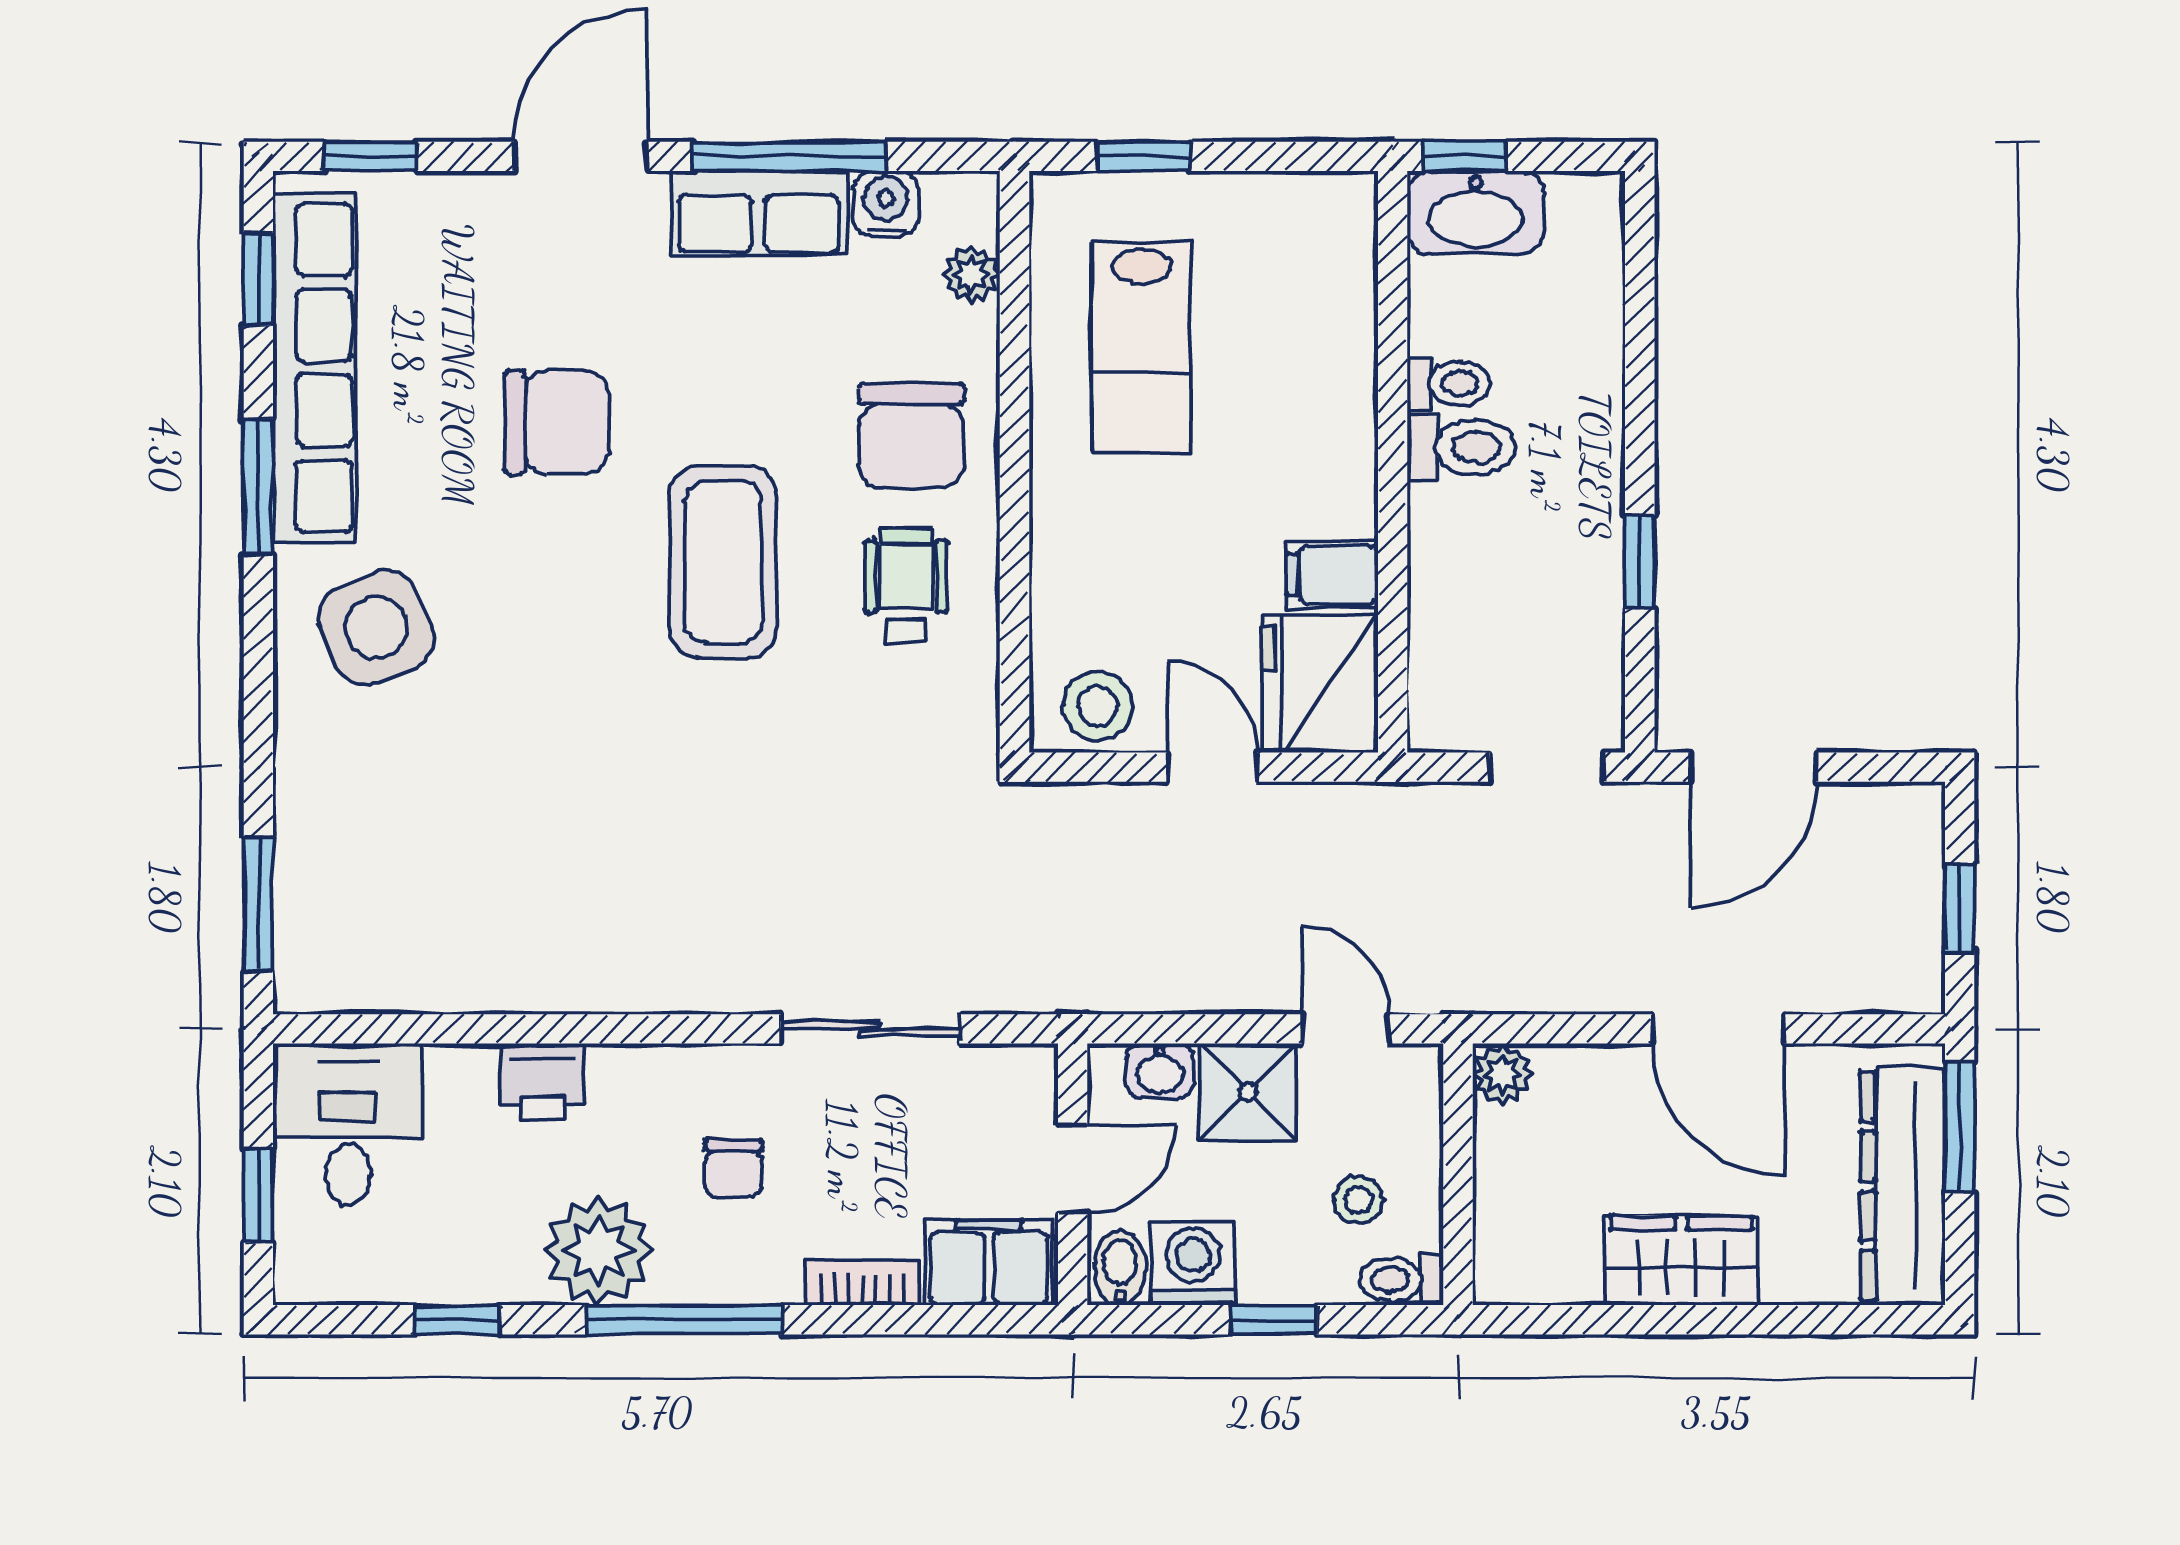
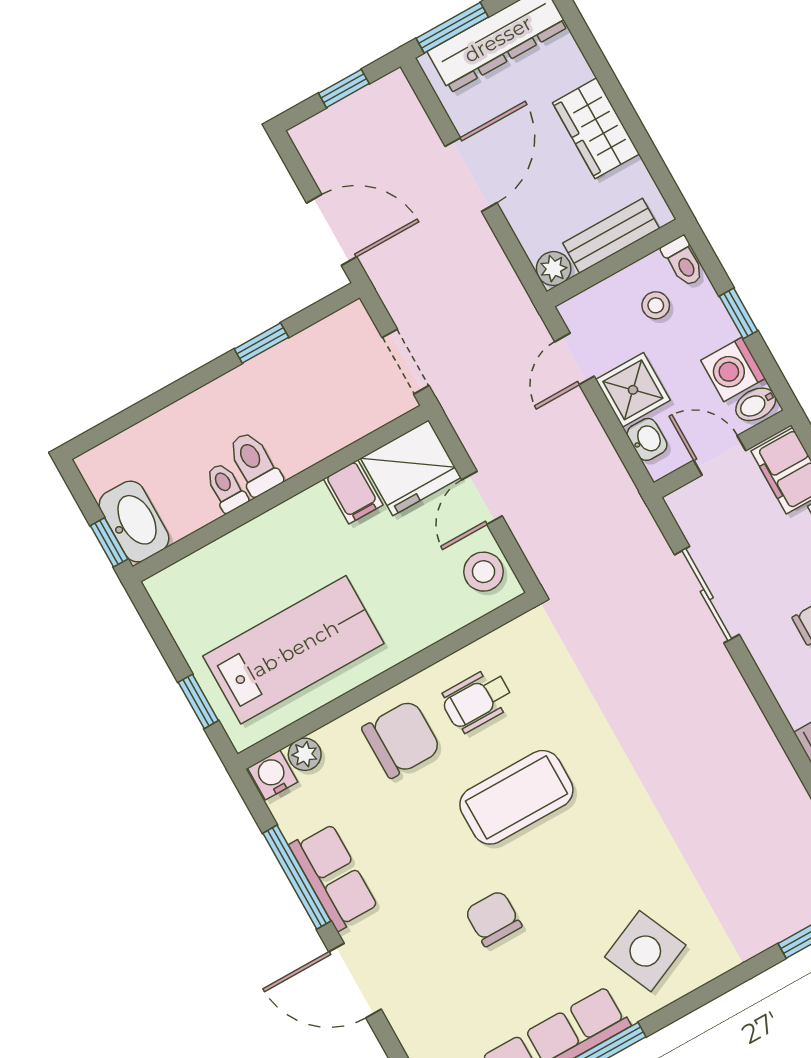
water cooler: (886, 204) -> (273, 775), moved, turned 90
lab bench: (1142, 347) -> (293, 650), width x1.36, depth x1.39
chair: (557, 422) -> (493, 918), width x0.73, depth x0.73
doorway: (1547, 767) -> (405, 362), moved
bench: (1503, 1191) -> (611, 236), added

